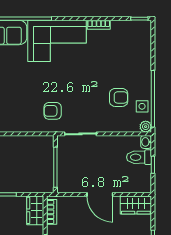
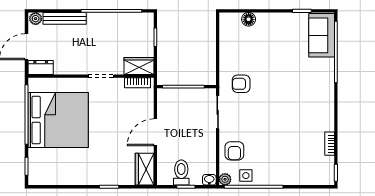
bookcase: (99, 25) -> (330, 144), moved
corner sofa: (57, 41) -> (313, 88), removed
armchair: (119, 97) -> (234, 151), moved
armchair: (53, 111) -> (241, 84), turned -90
toilet: (139, 157) -> (181, 173), moved

